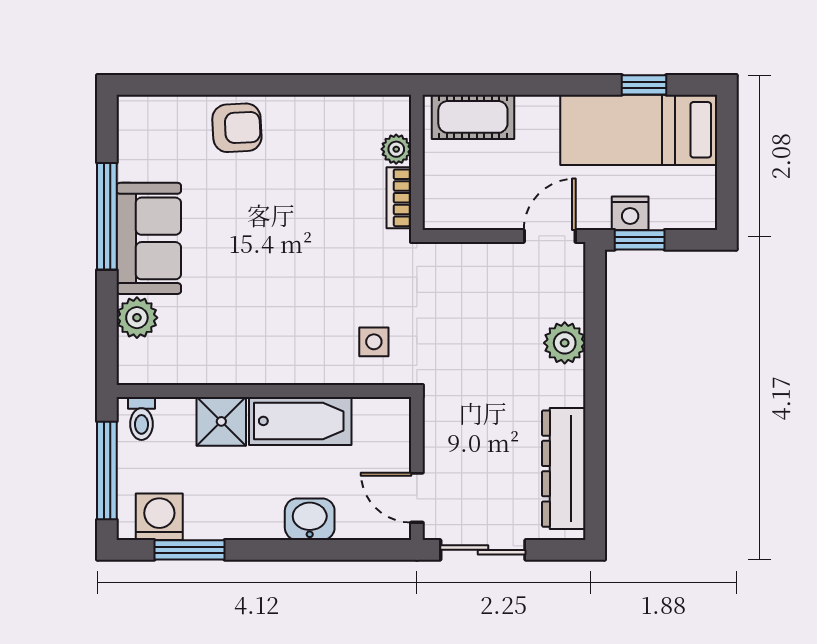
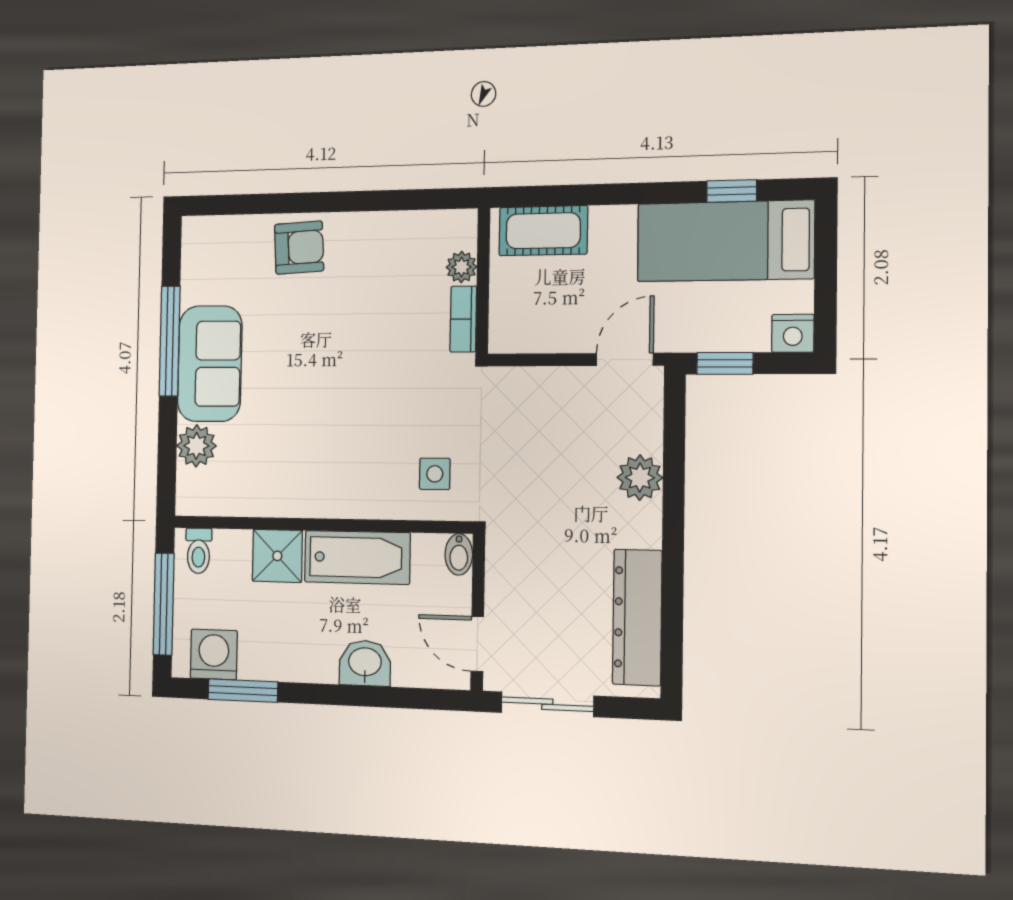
nightstand: (630, 213) -> (793, 333), moved
bidet: (398, 416) -> (459, 554), added

